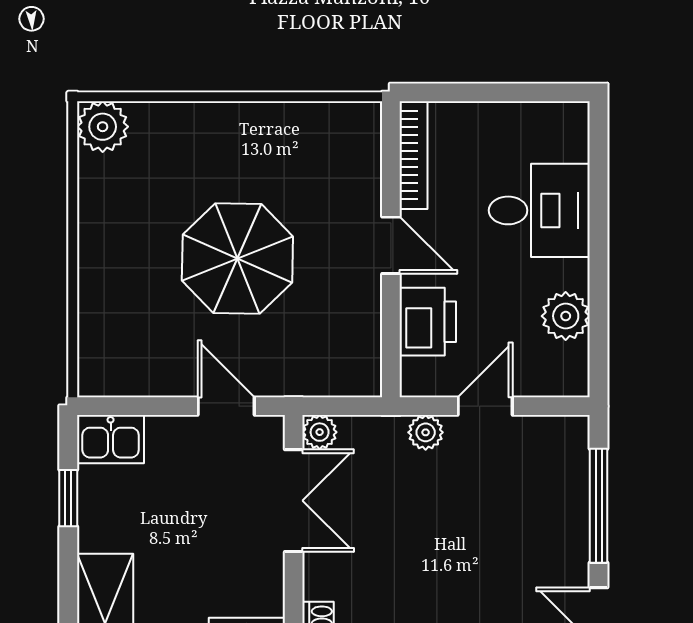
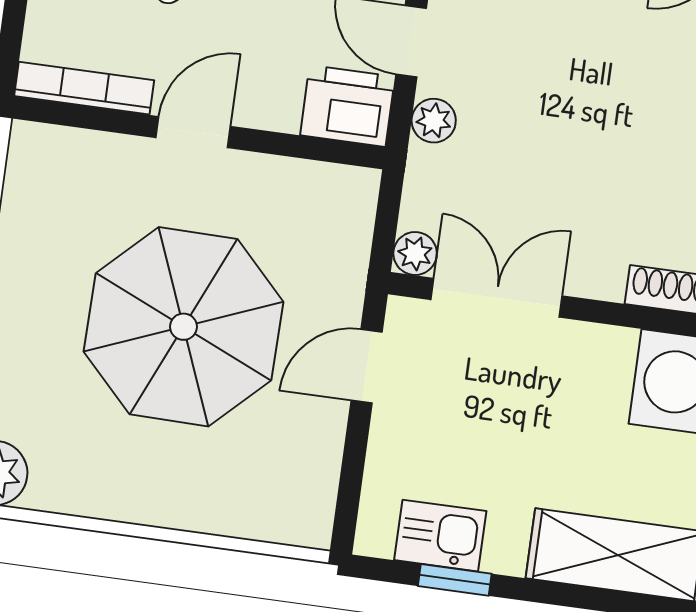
parasol: (237, 259) -> (184, 327), width x1.36, depth x1.36
printer: (428, 322) -> (347, 106), moved
kitchen sink: (111, 439) -> (440, 536), moved, turned -90

